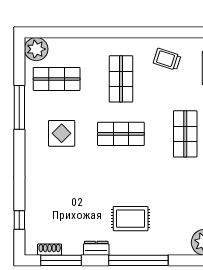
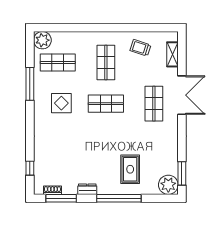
rug: (131, 219) -> (130, 169), moved, turned 90

